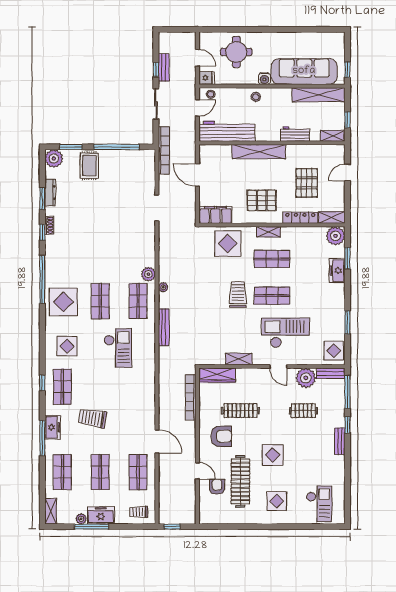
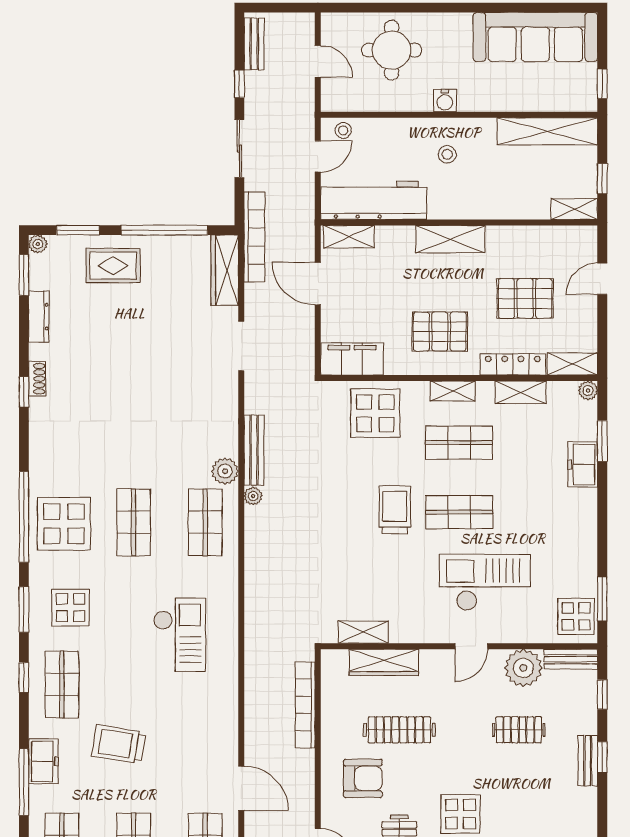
bench: (164, 67) -> (254, 44), moved
sofa: (304, 71) -> (535, 37), moved, turned 180
fridge: (207, 78) -> (335, 99), removed
stool: (256, 97) -> (447, 154), moved
workbench: (295, 134) -> (503, 206), removed
shelving: (214, 150) -> (349, 237), added
shelving: (259, 152) -> (450, 239), width x0.68
plant: (54, 158) -> (38, 244), width x0.53, depth x0.53
rug: (89, 166) -> (113, 266), turned 90
wardrobe: (148, 168) -> (225, 270), added
pallet: (307, 183) -> (525, 298), turned 90
window: (42, 199) -> (24, 275), moved
shelving: (304, 232) -> (521, 392), added
plant: (336, 236) -> (588, 390), width x0.53, depth x0.53
window: (42, 280) -> (24, 517), moved
window: (347, 322) -> (602, 599), moved
bench: (164, 327) -> (254, 450), moved
window: (42, 347) -> (24, 610), added
checkout: (118, 348) -> (180, 635), moved
shelving: (239, 359) -> (363, 632), moved
door: (278, 366) -> (471, 646), hinge flipped
wardrobe: (217, 375) -> (384, 662), moved
window: (347, 392) -> (602, 695), width x0.46
bench: (340, 441) -> (588, 761), moved

